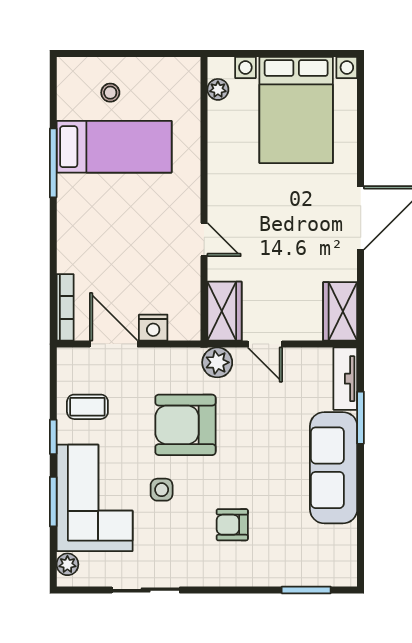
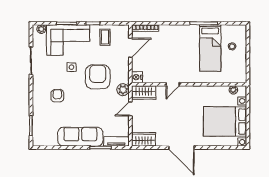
nightstand: (153, 328) -> (137, 77), moved

